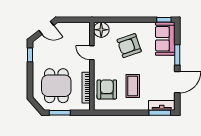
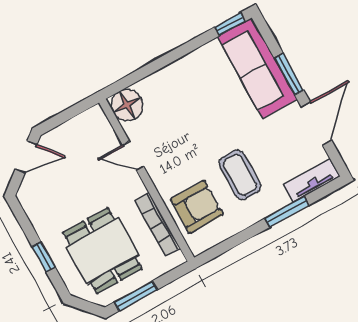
sofa: (165, 39) -> (257, 68), width x1.36
armchair: (129, 46) -> (193, 106), removed
window: (30, 55) -> (44, 257), moved
armchair: (107, 89) -> (197, 207), turned 90
window: (160, 113) -> (287, 212), moved

